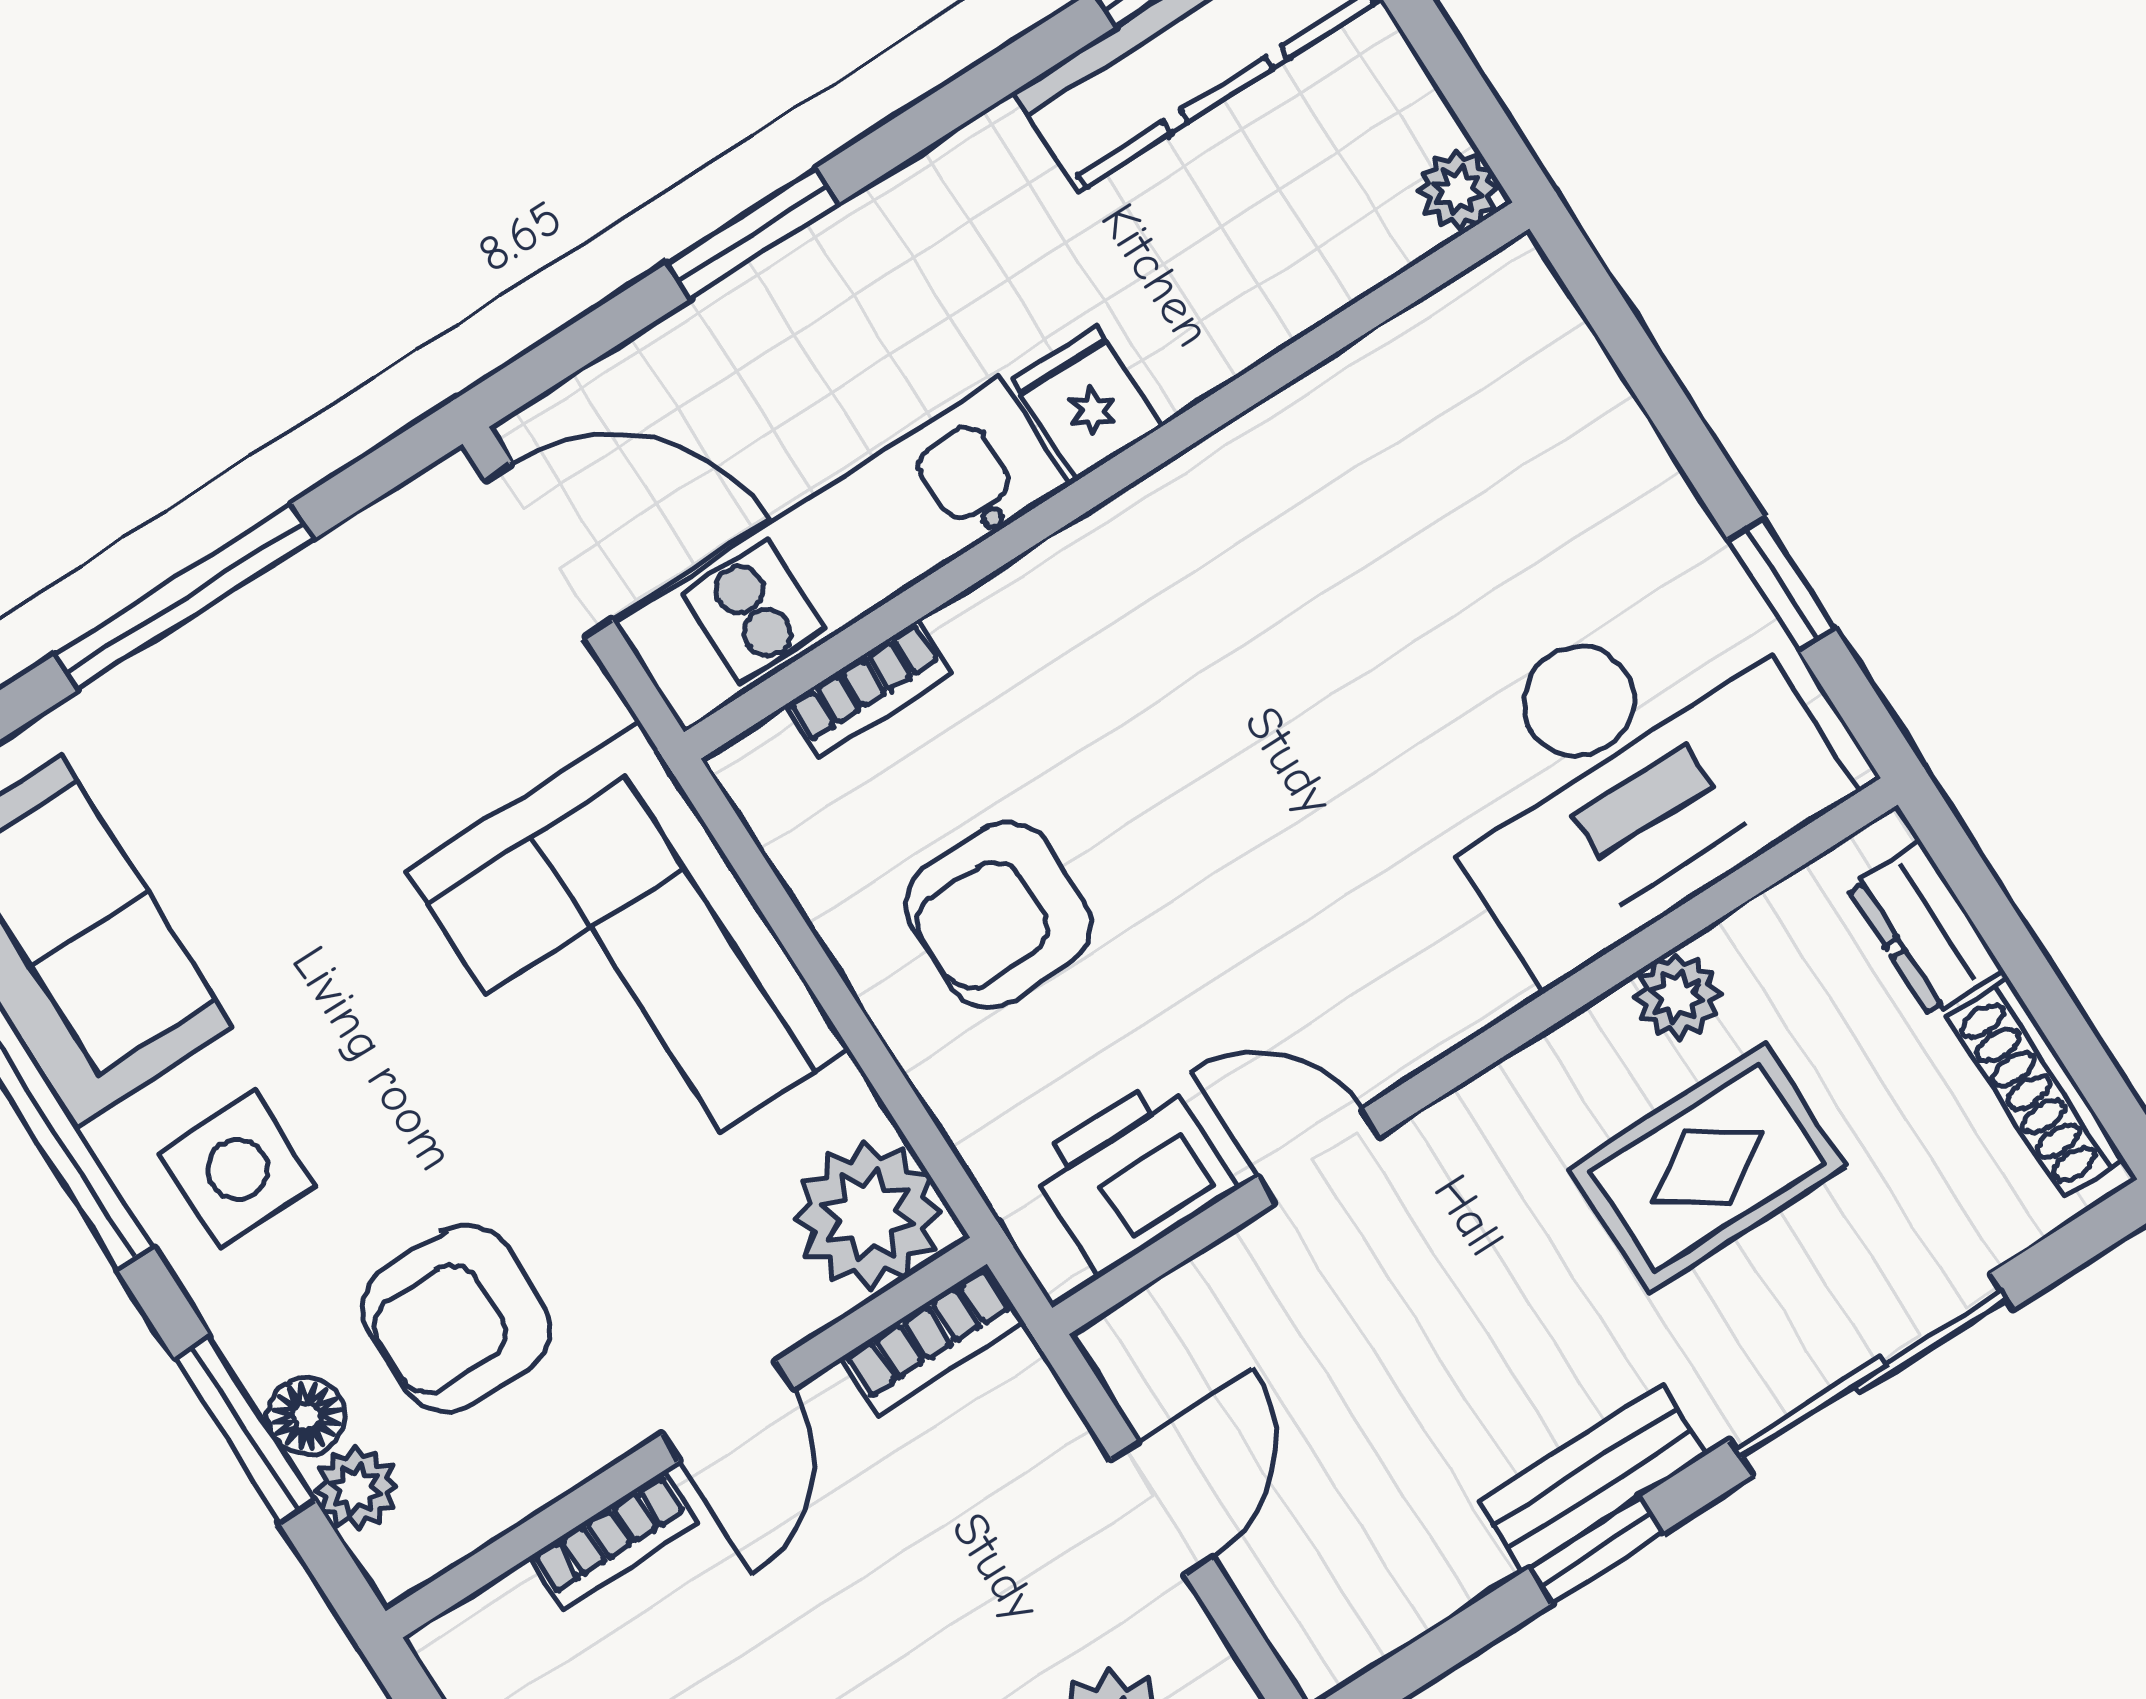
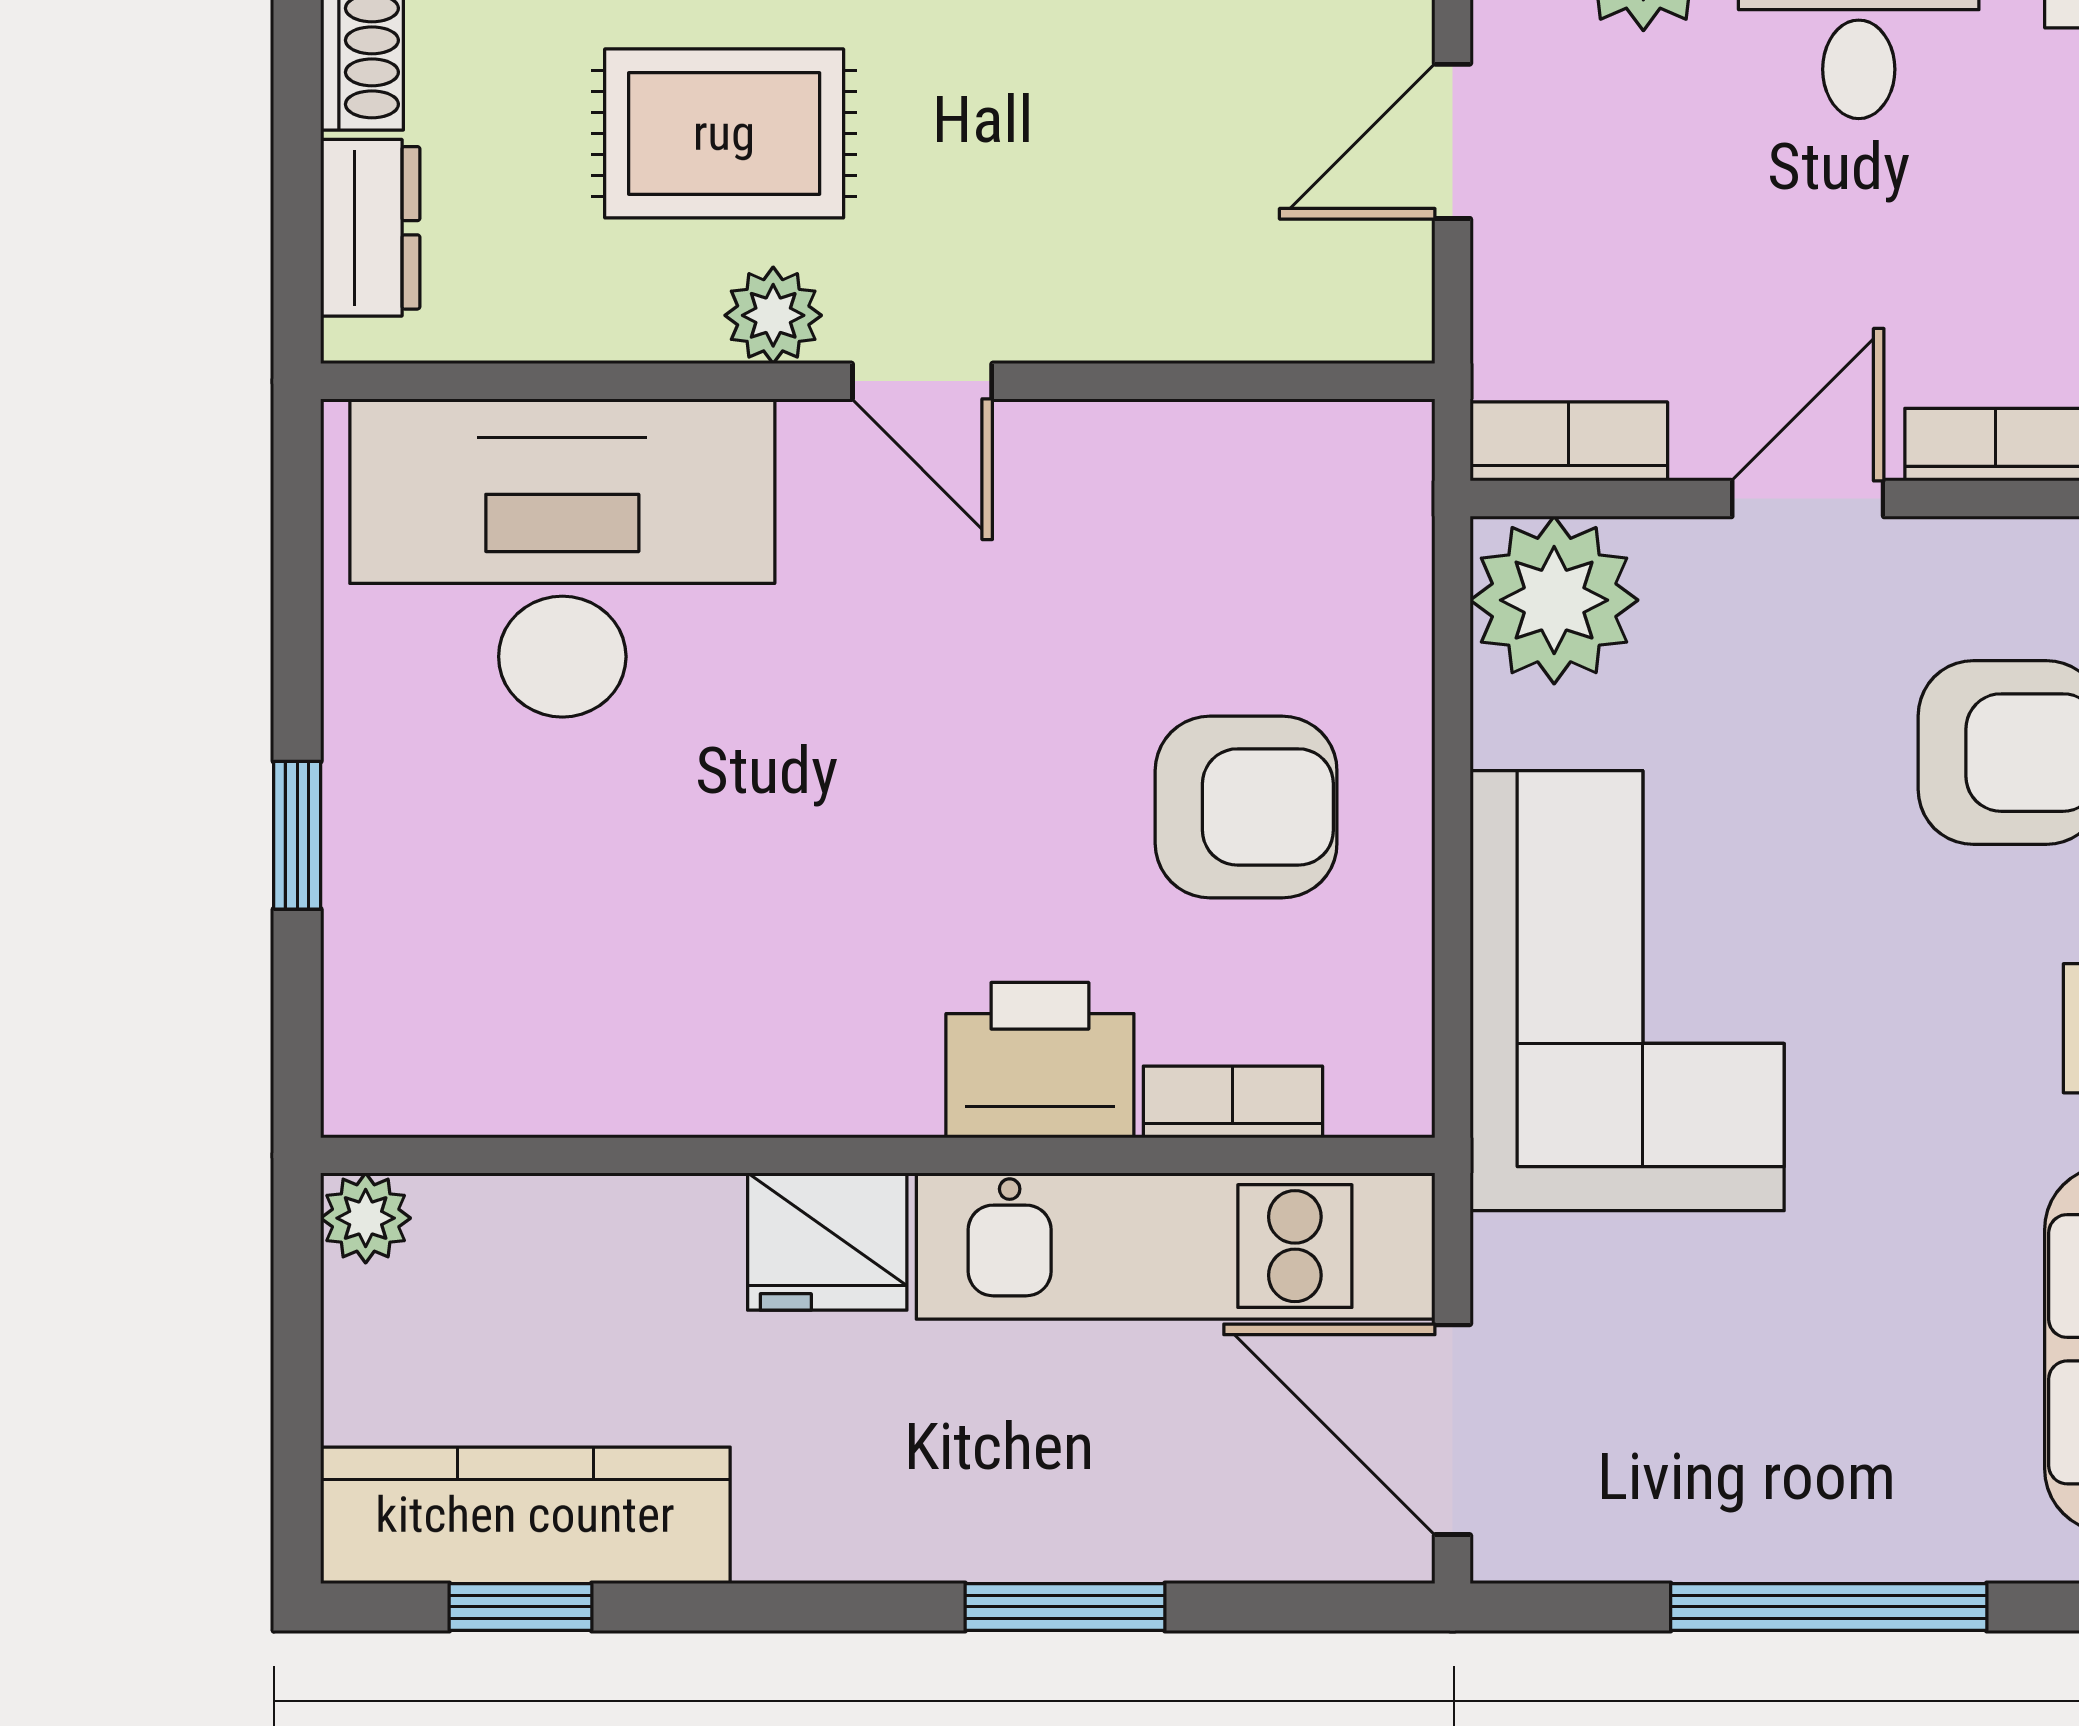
fridge: (1087, 403) -> (827, 1242), width x1.38
window: (1781, 584) -> (297, 835), moved
plant: (1677, 996) -> (773, 315), moved
door: (1319, 1156) -> (922, 381), moved
printer: (1132, 1175) -> (1040, 1060), moved, turned 180

